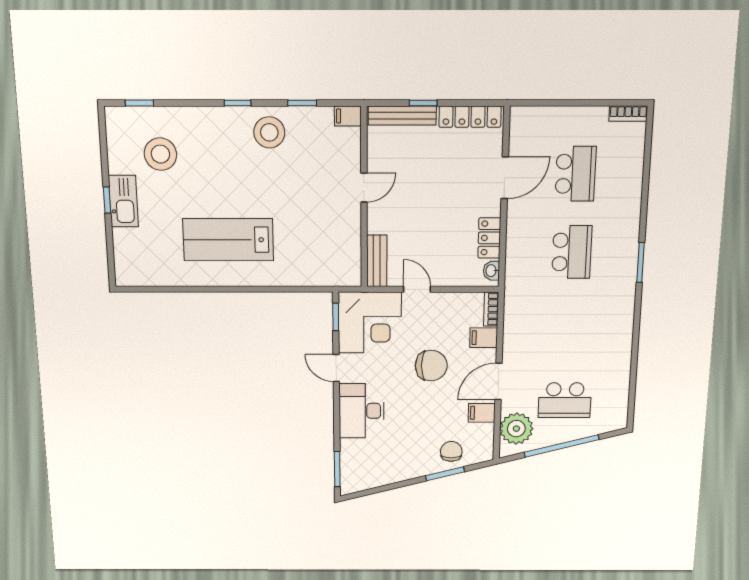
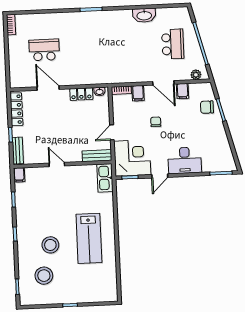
bench: (402, 116) -> (18, 150), width x0.73
stool: (269, 132) -> (50, 245), moved
kitchen sink: (123, 201) -> (105, 178), moved, turned -90
school desk: (572, 252) -> (87, 48), removed
washbasin: (620, 354) -> (144, 15), added
chair: (431, 366) -> (156, 122), width x0.54, depth x0.54
plant: (516, 429) -> (196, 75), width x0.53, depth x0.53

